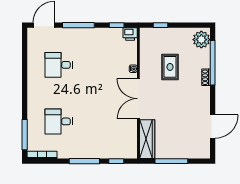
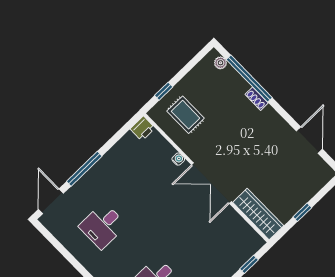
window: (117, 25) -> (121, 133), removed
plant: (201, 40) -> (221, 63), width x0.53, depth x0.53
rug: (170, 67) -> (186, 115), moved
window: (171, 161) -> (302, 212), width x0.46

